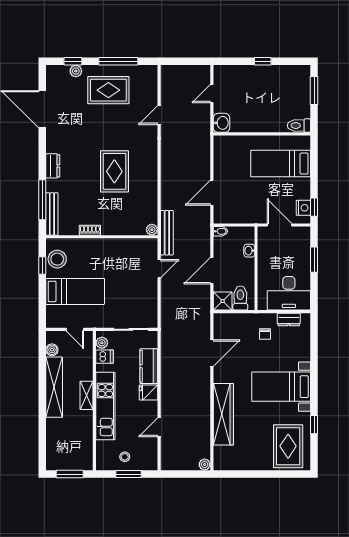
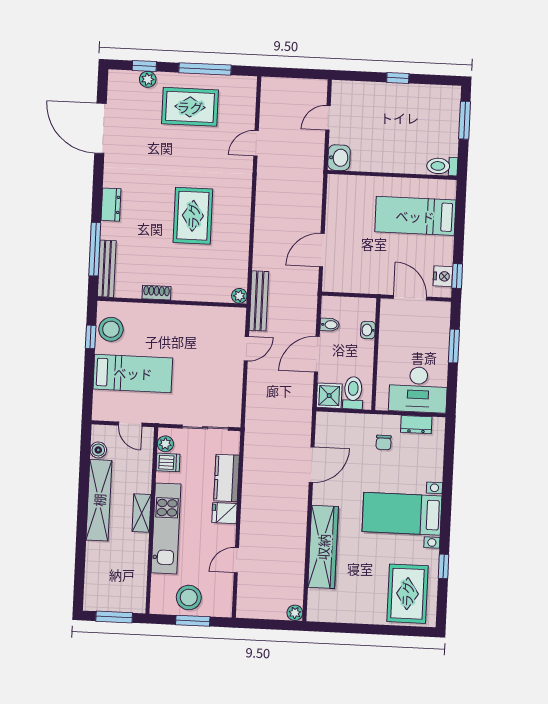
bidet: (220, 231) -> (330, 325), moved
stool: (125, 457) -> (189, 597), width x1.89, depth x1.89

